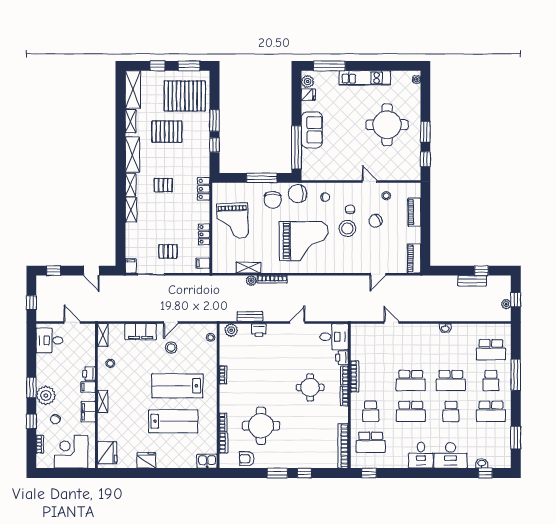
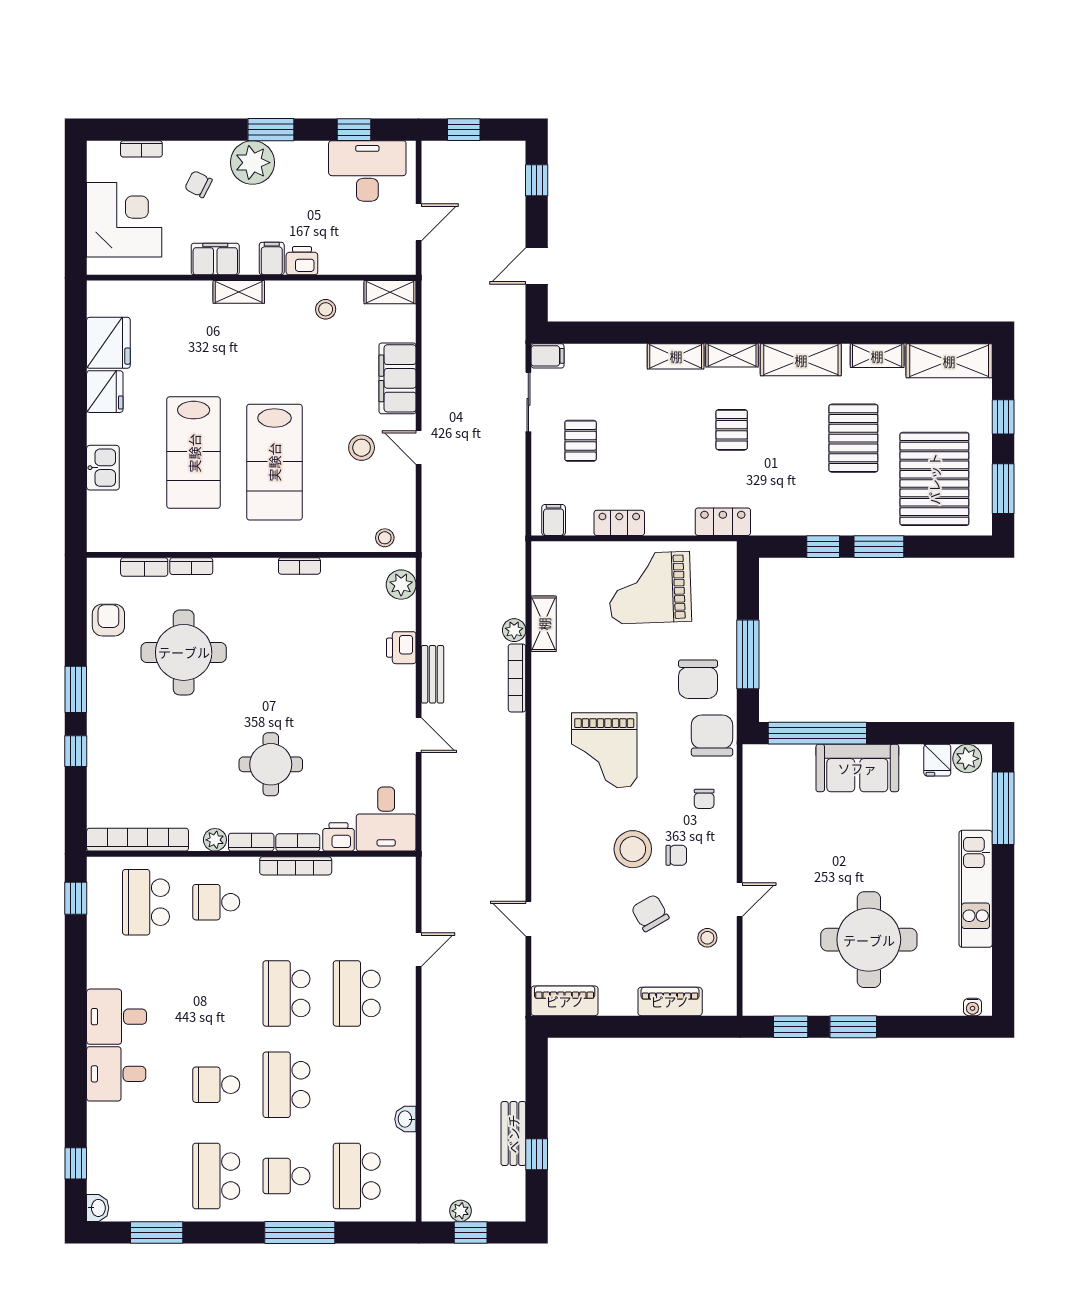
chair: (273, 200) -> (698, 679), turned -90
grand piano: (304, 241) -> (604, 750), width x0.73, depth x0.68
bench: (250, 316) -> (432, 674), moved
washbasin: (445, 328) -> (405, 1119), moved
desk: (50, 340) -> (367, 171), width x1.37
lab bench: (177, 386) -> (274, 462), turned 180
school desk: (411, 411) -> (357, 993), moved
plant: (343, 412) -> (215, 840), added
window: (31, 421) -> (354, 130), moved
fridge: (107, 453) -> (108, 343), moved, turned -90
desk: (451, 455) -> (116, 1074), width x0.73
kitchen sink: (207, 461) -> (103, 468), moved
washbasin: (482, 463) -> (98, 1208), moved

